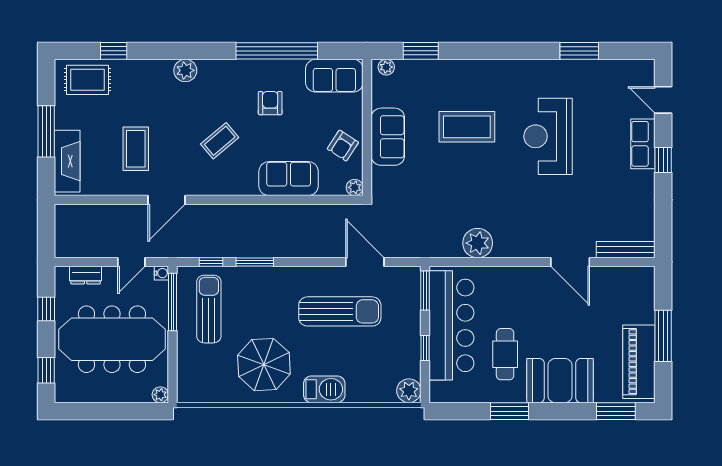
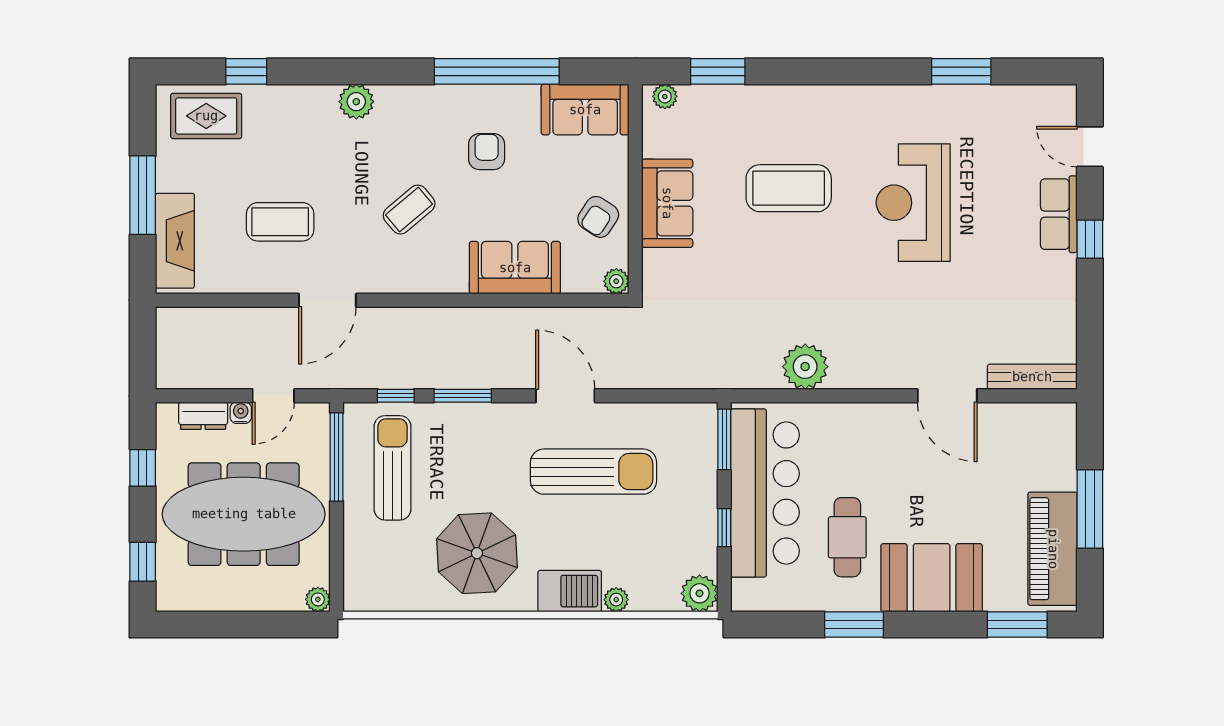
coffee table: (136, 149) -> (280, 222), turned 90
door: (365, 262) -> (565, 396), moved
water cooler: (161, 273) -> (241, 413), moved, turned -90
plant: (355, 395) -> (616, 600), added

